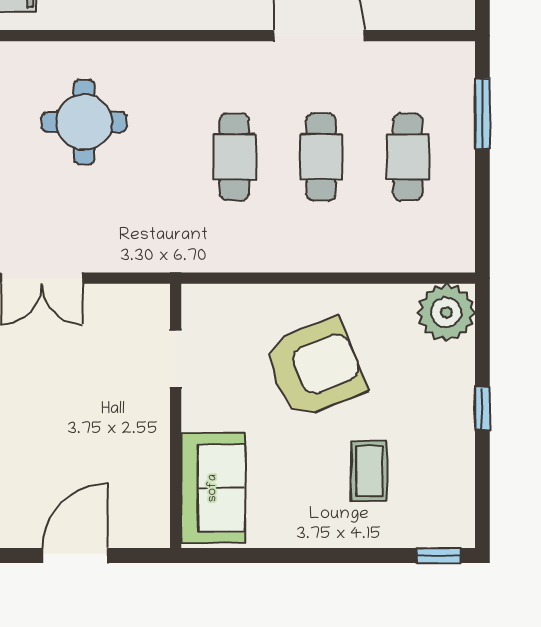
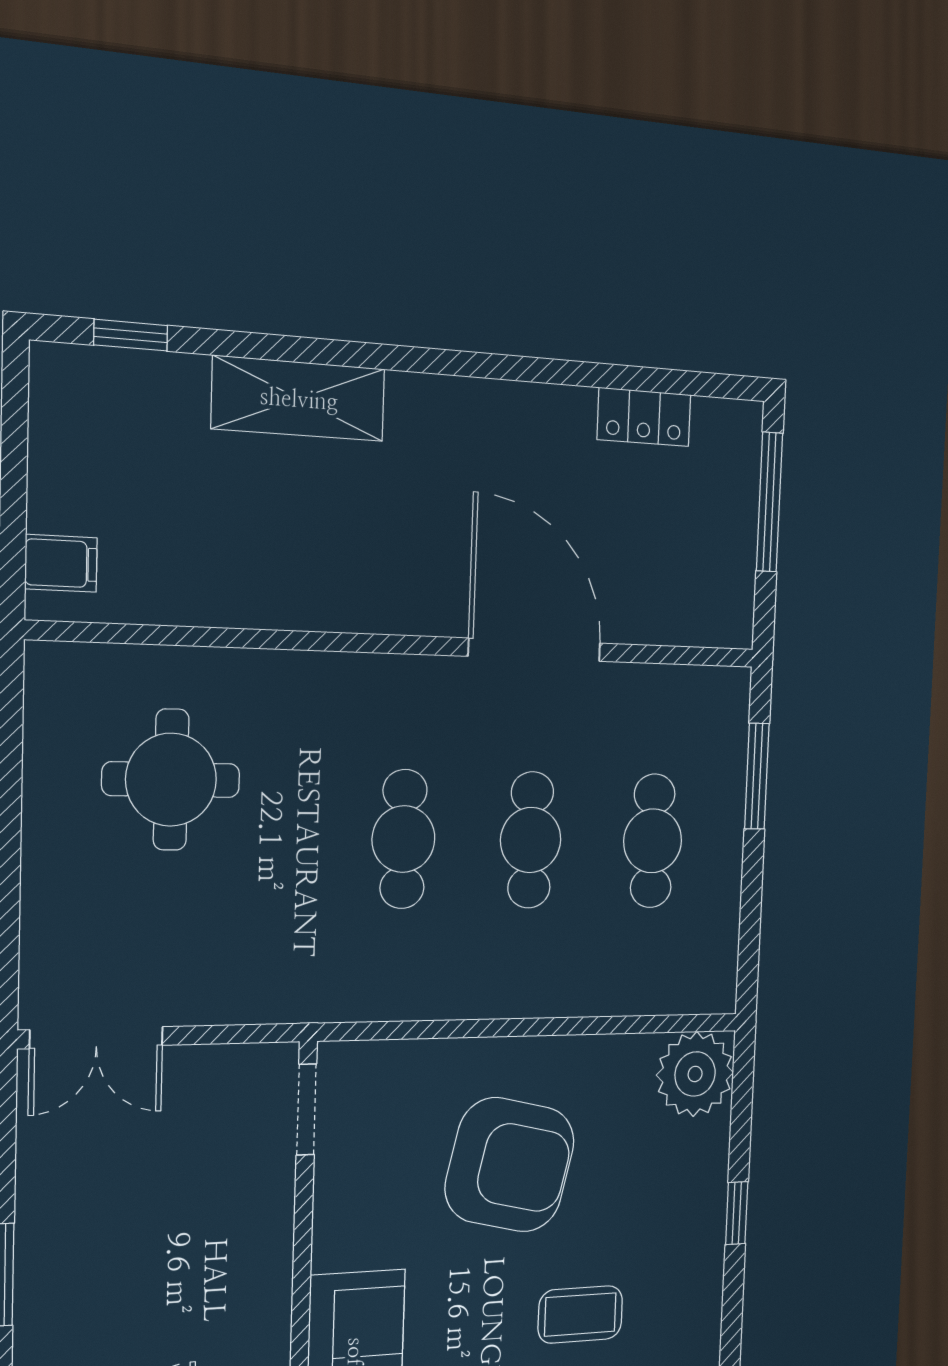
doorway: (176, 359) -> (306, 1109), moved
armchair: (315, 368) -> (510, 1165), turned 35
coffee table: (369, 471) -> (580, 1315), turned 90

